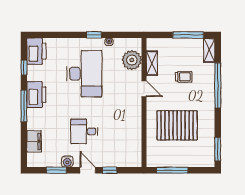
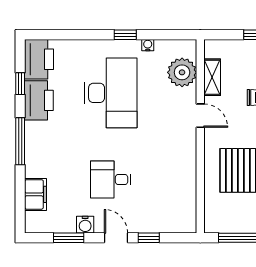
printer: (36, 95) -> (39, 100), moved

